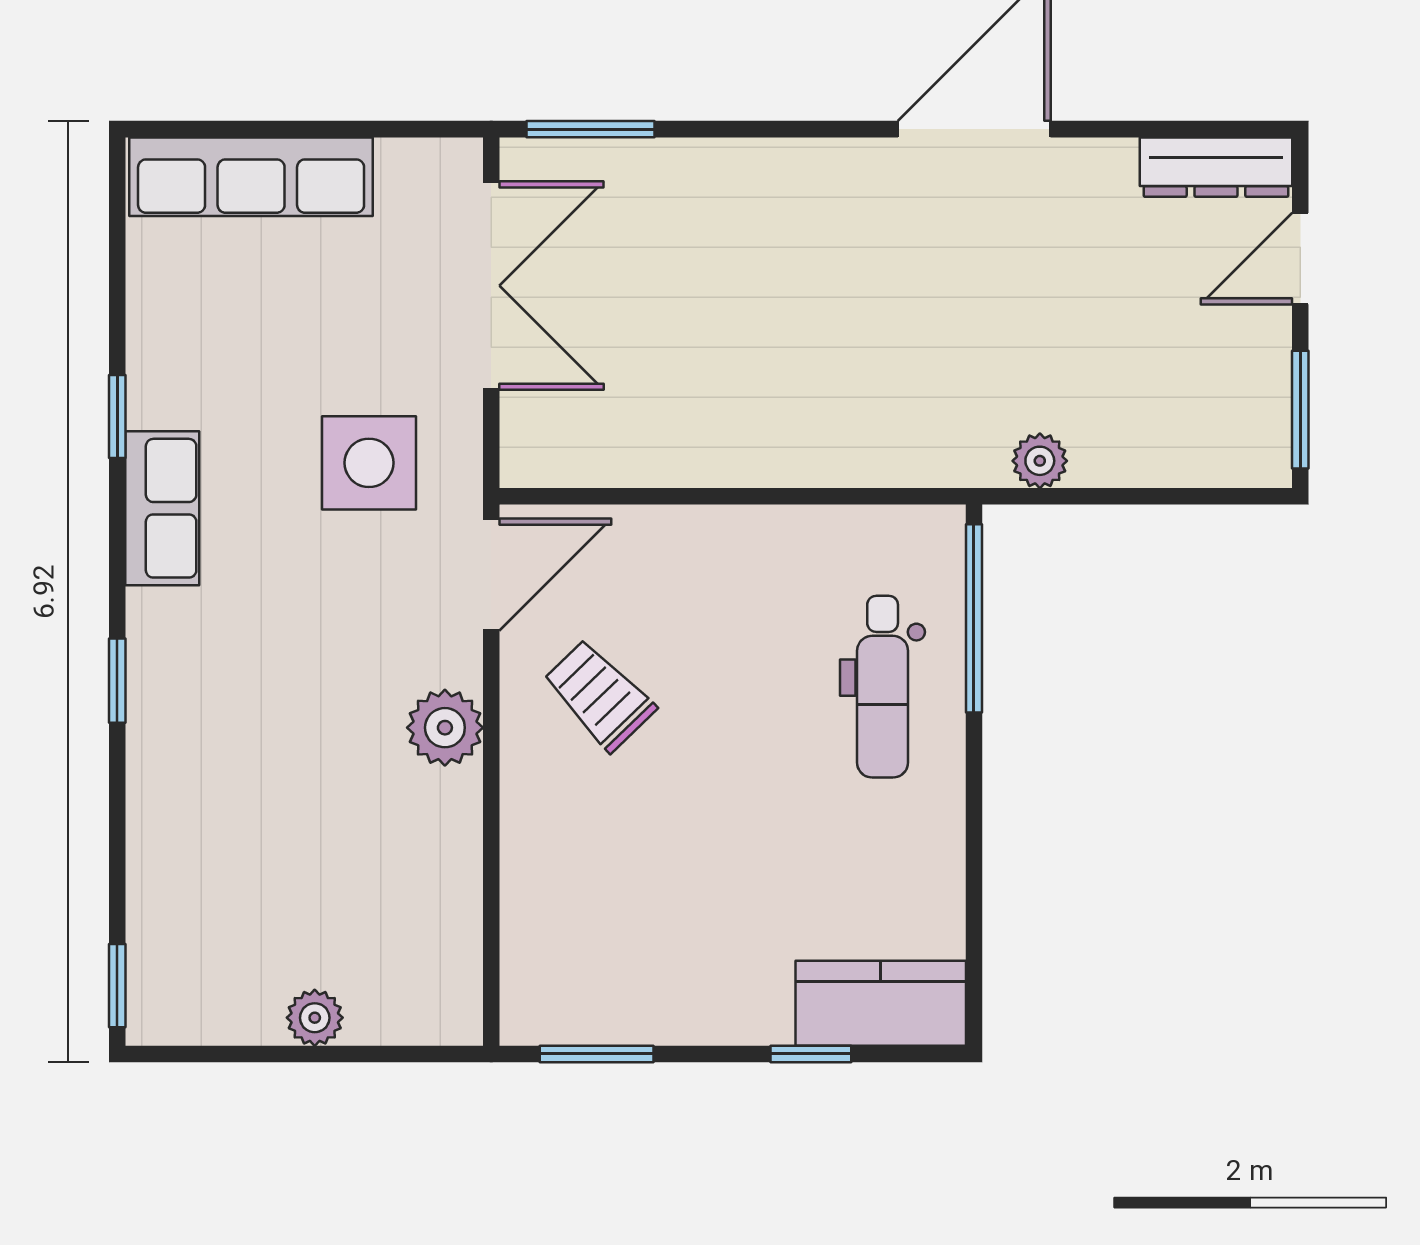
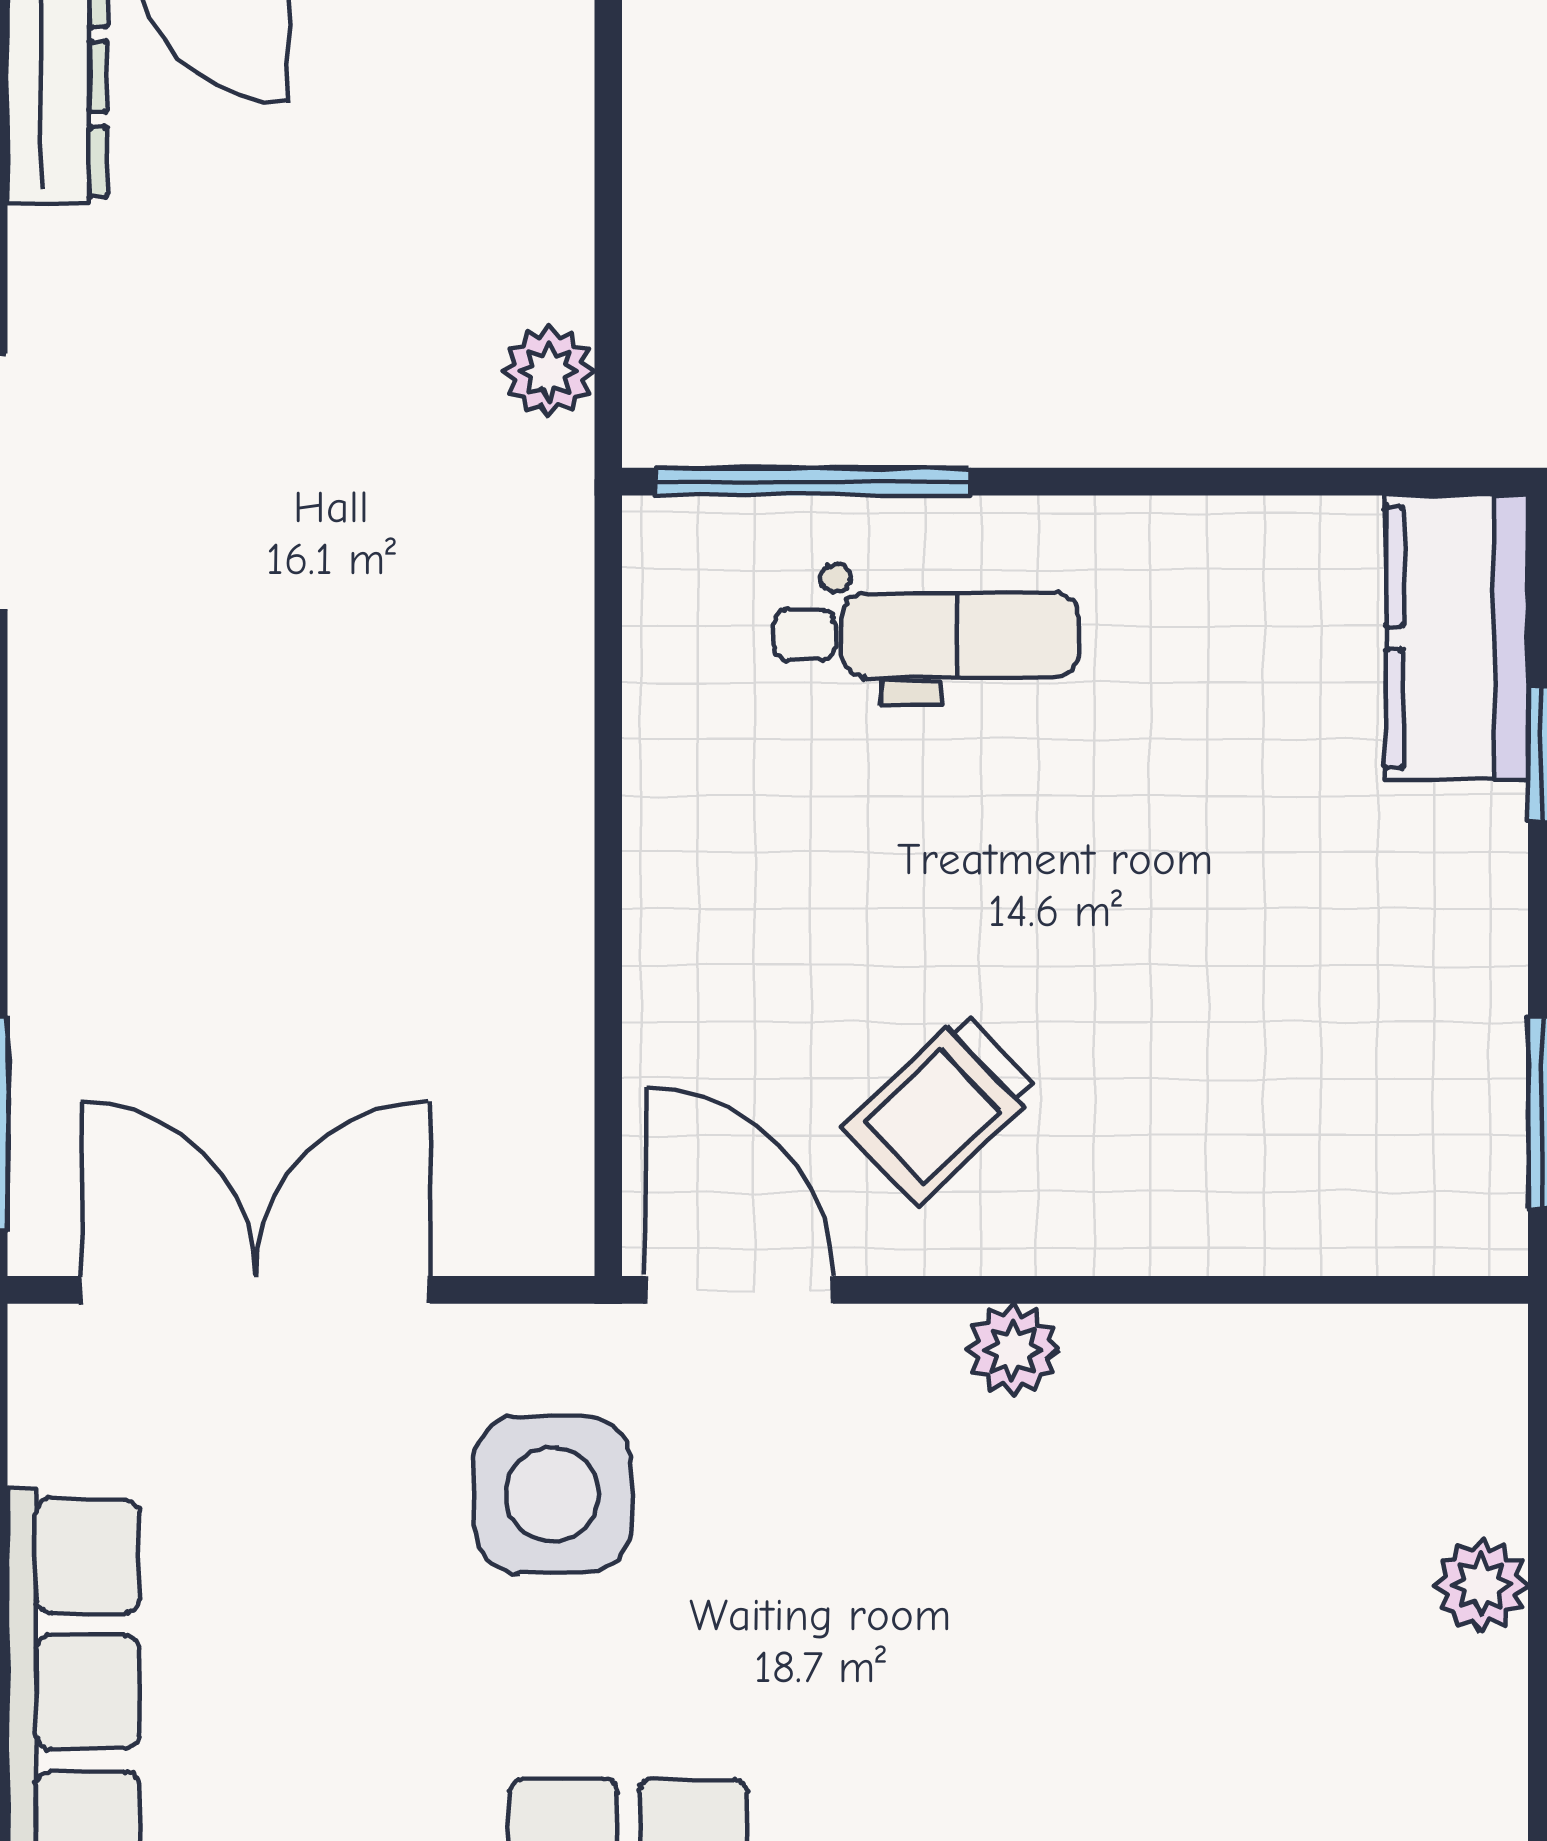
plant: (445, 728) -> (1013, 1350), width x0.73, depth x0.73

